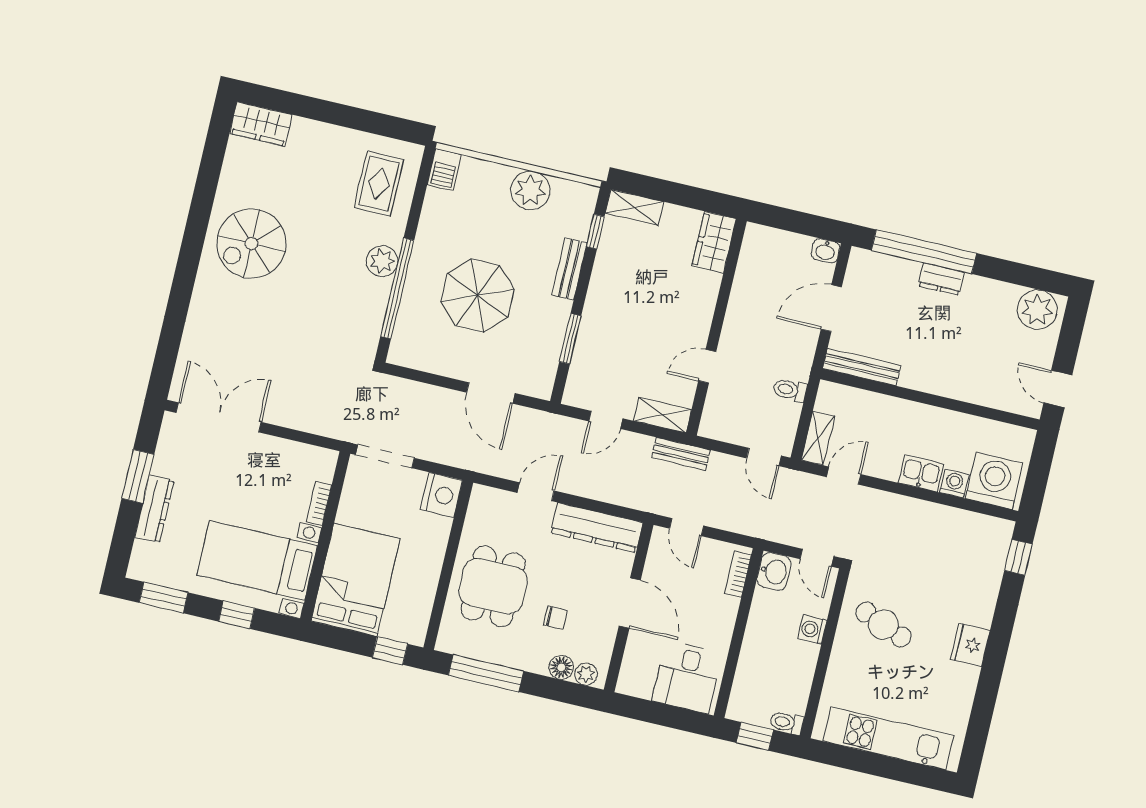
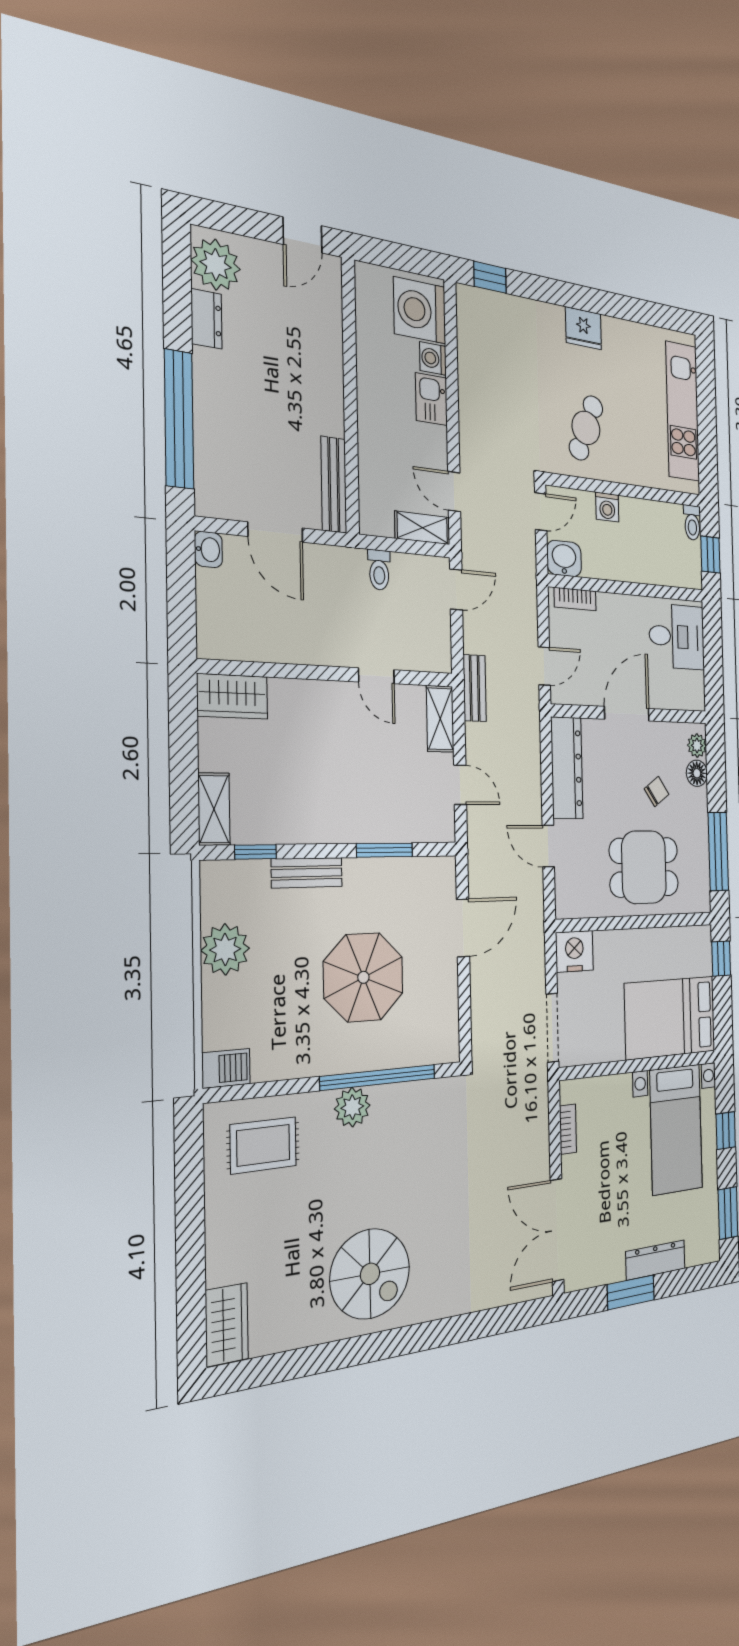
dresser: (941, 279) -> (207, 319), moved
bookcase: (319, 503) -> (568, 1129), moved, turned -90
chair: (555, 618) -> (657, 792), turned 55

